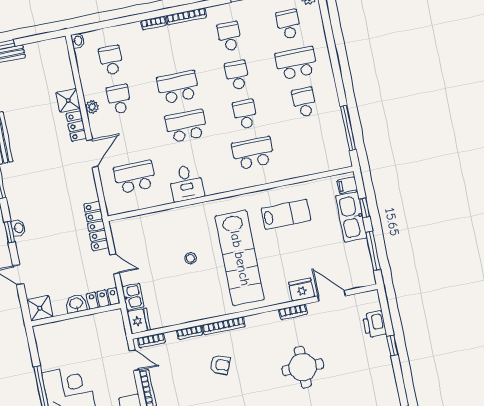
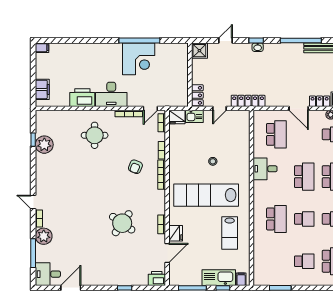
window: (348, 128) -> (280, 288), width x0.69
washbasin: (76, 304) -> (198, 76), removed
printer: (374, 324) -> (157, 278), moved
round table: (303, 367) -> (122, 223), turned 35

